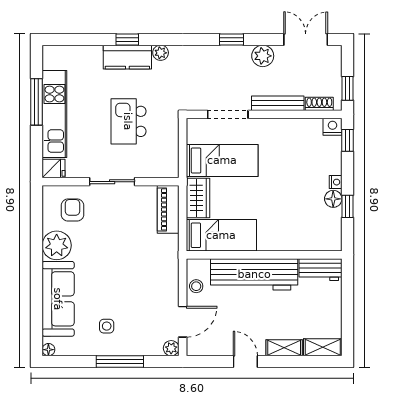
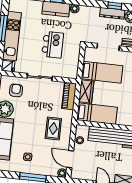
dresser: (228, 54) -> (112, 13), added
kitchen island: (128, 121) -> (53, 45), turned 180
rug: (147, 271) -> (53, 129), added
door: (183, 322) -> (70, 159), swing flipped

